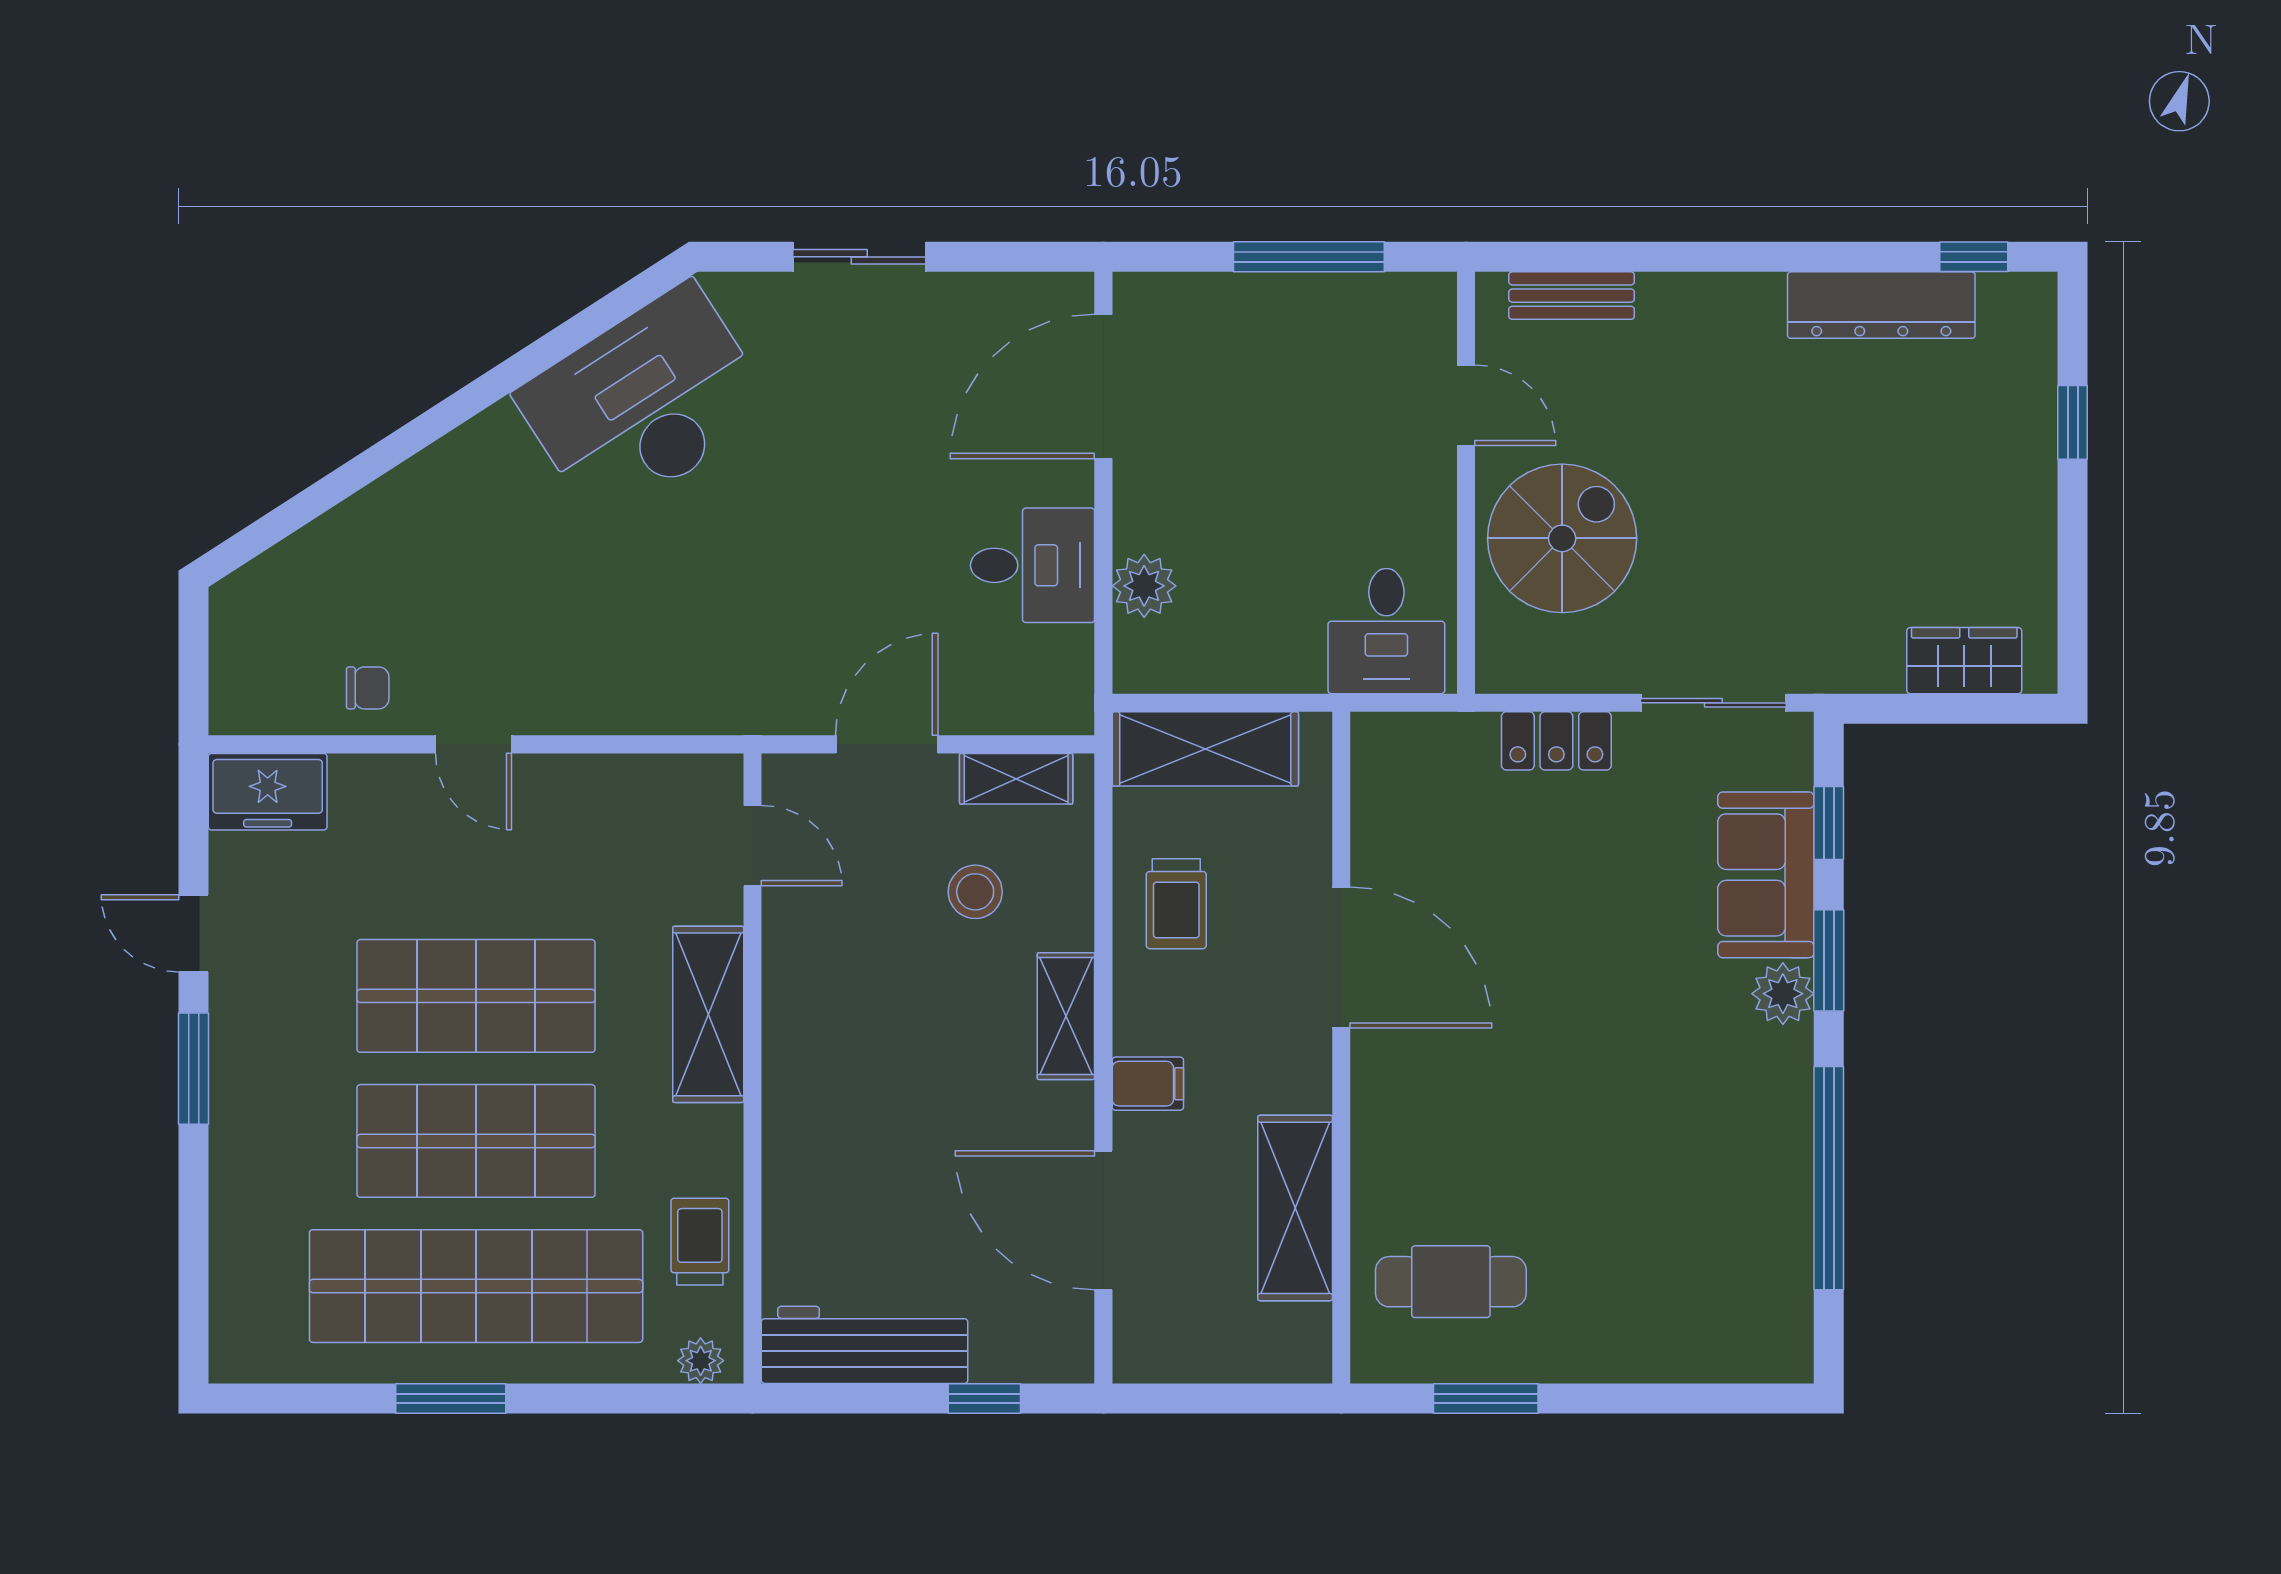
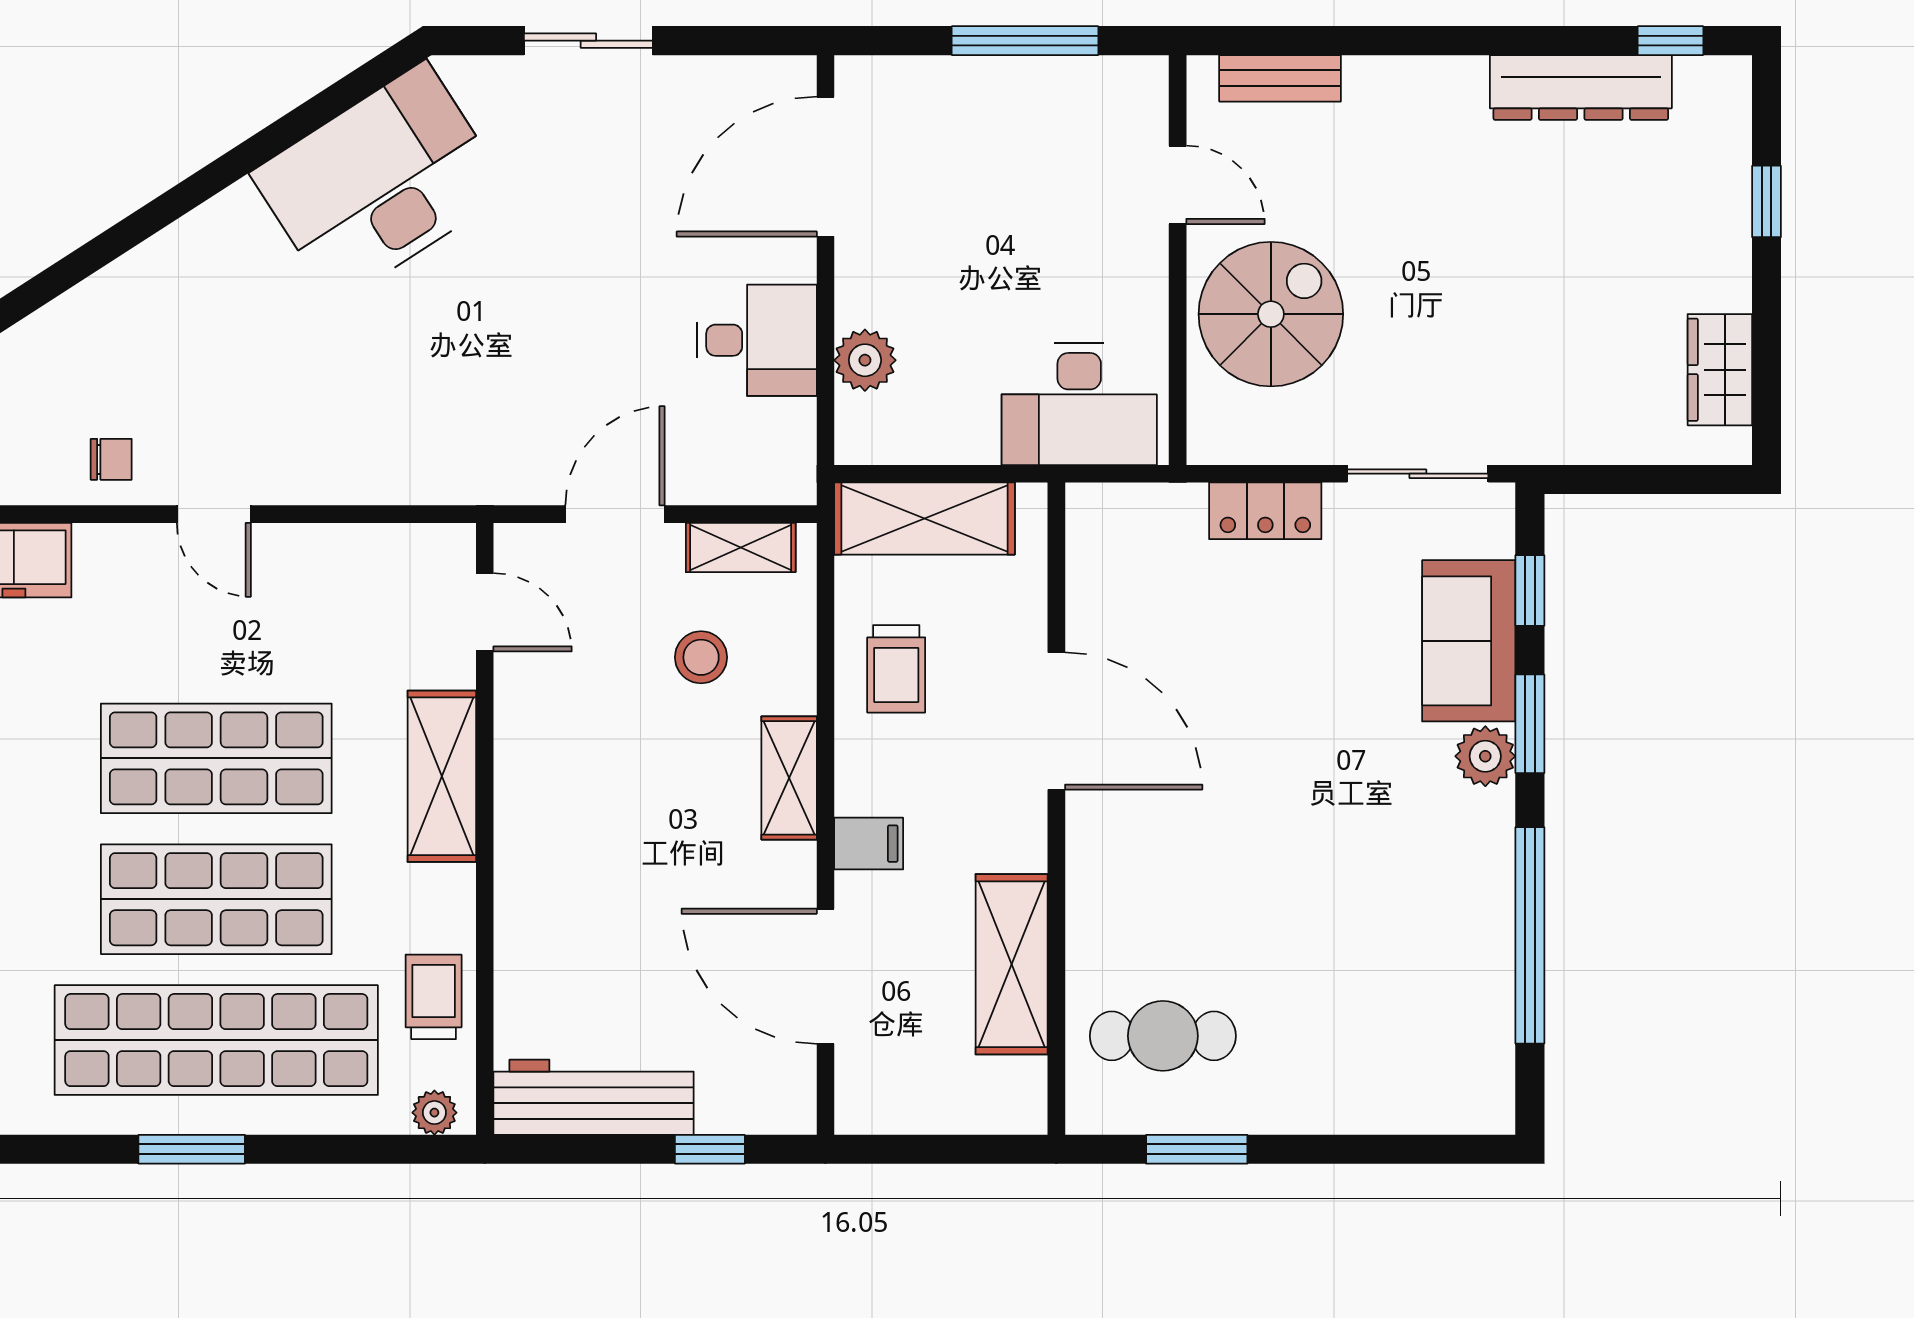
desk: (1386, 631) -> (1079, 404), width x1.37
wardrobe: (1964, 661) -> (1720, 370), moved, turned -90

